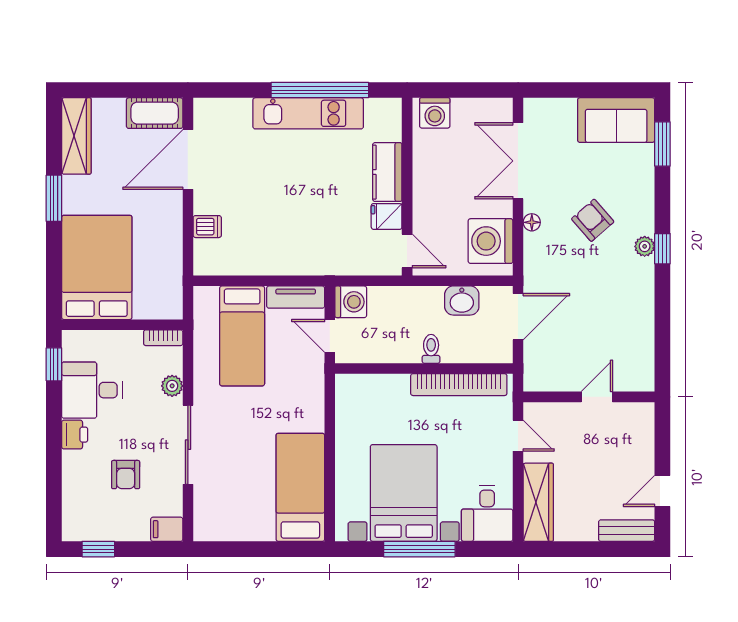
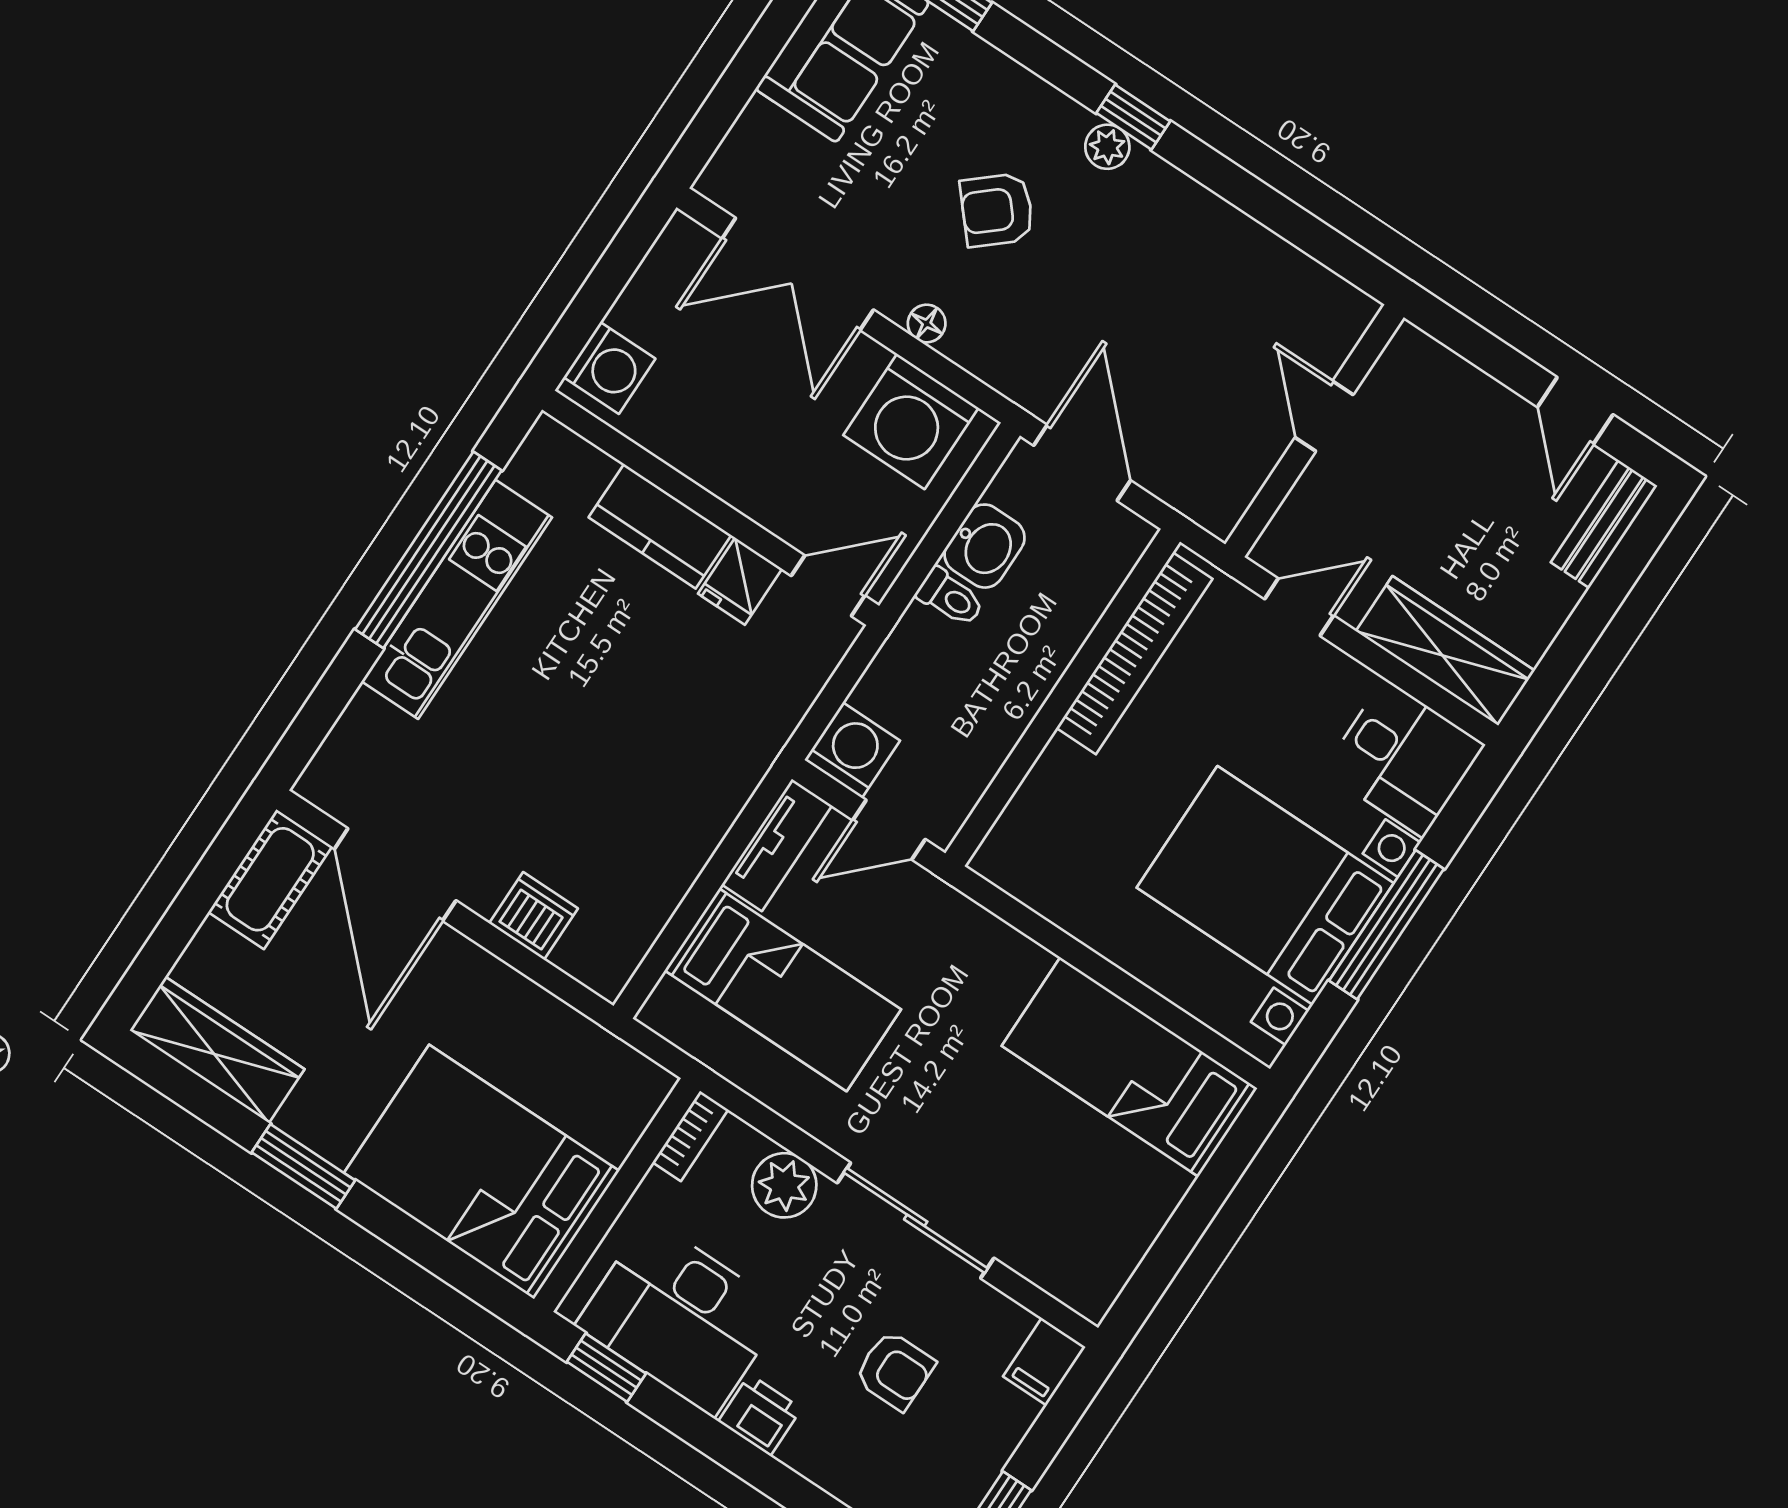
dishwasher: (207, 227) -> (533, 916), width x1.38
toilet: (431, 349) -> (950, 597), moved, turned 180
plant: (172, 386) -> (784, 1185), width x1.38, depth x1.38
desk: (92, 390) -> (680, 1317), width x1.37

